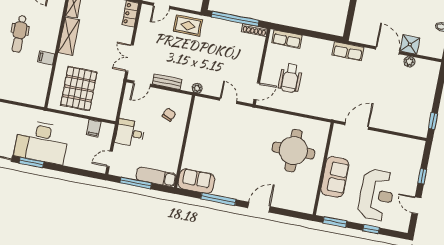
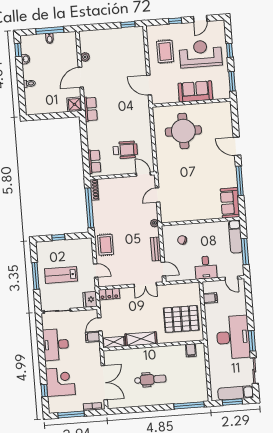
shower: (410, 44) -> (74, 104), moved
filing cabinet: (46, 58) -> (191, 350), moved
rug: (390, 155) -> (165, 51), added

